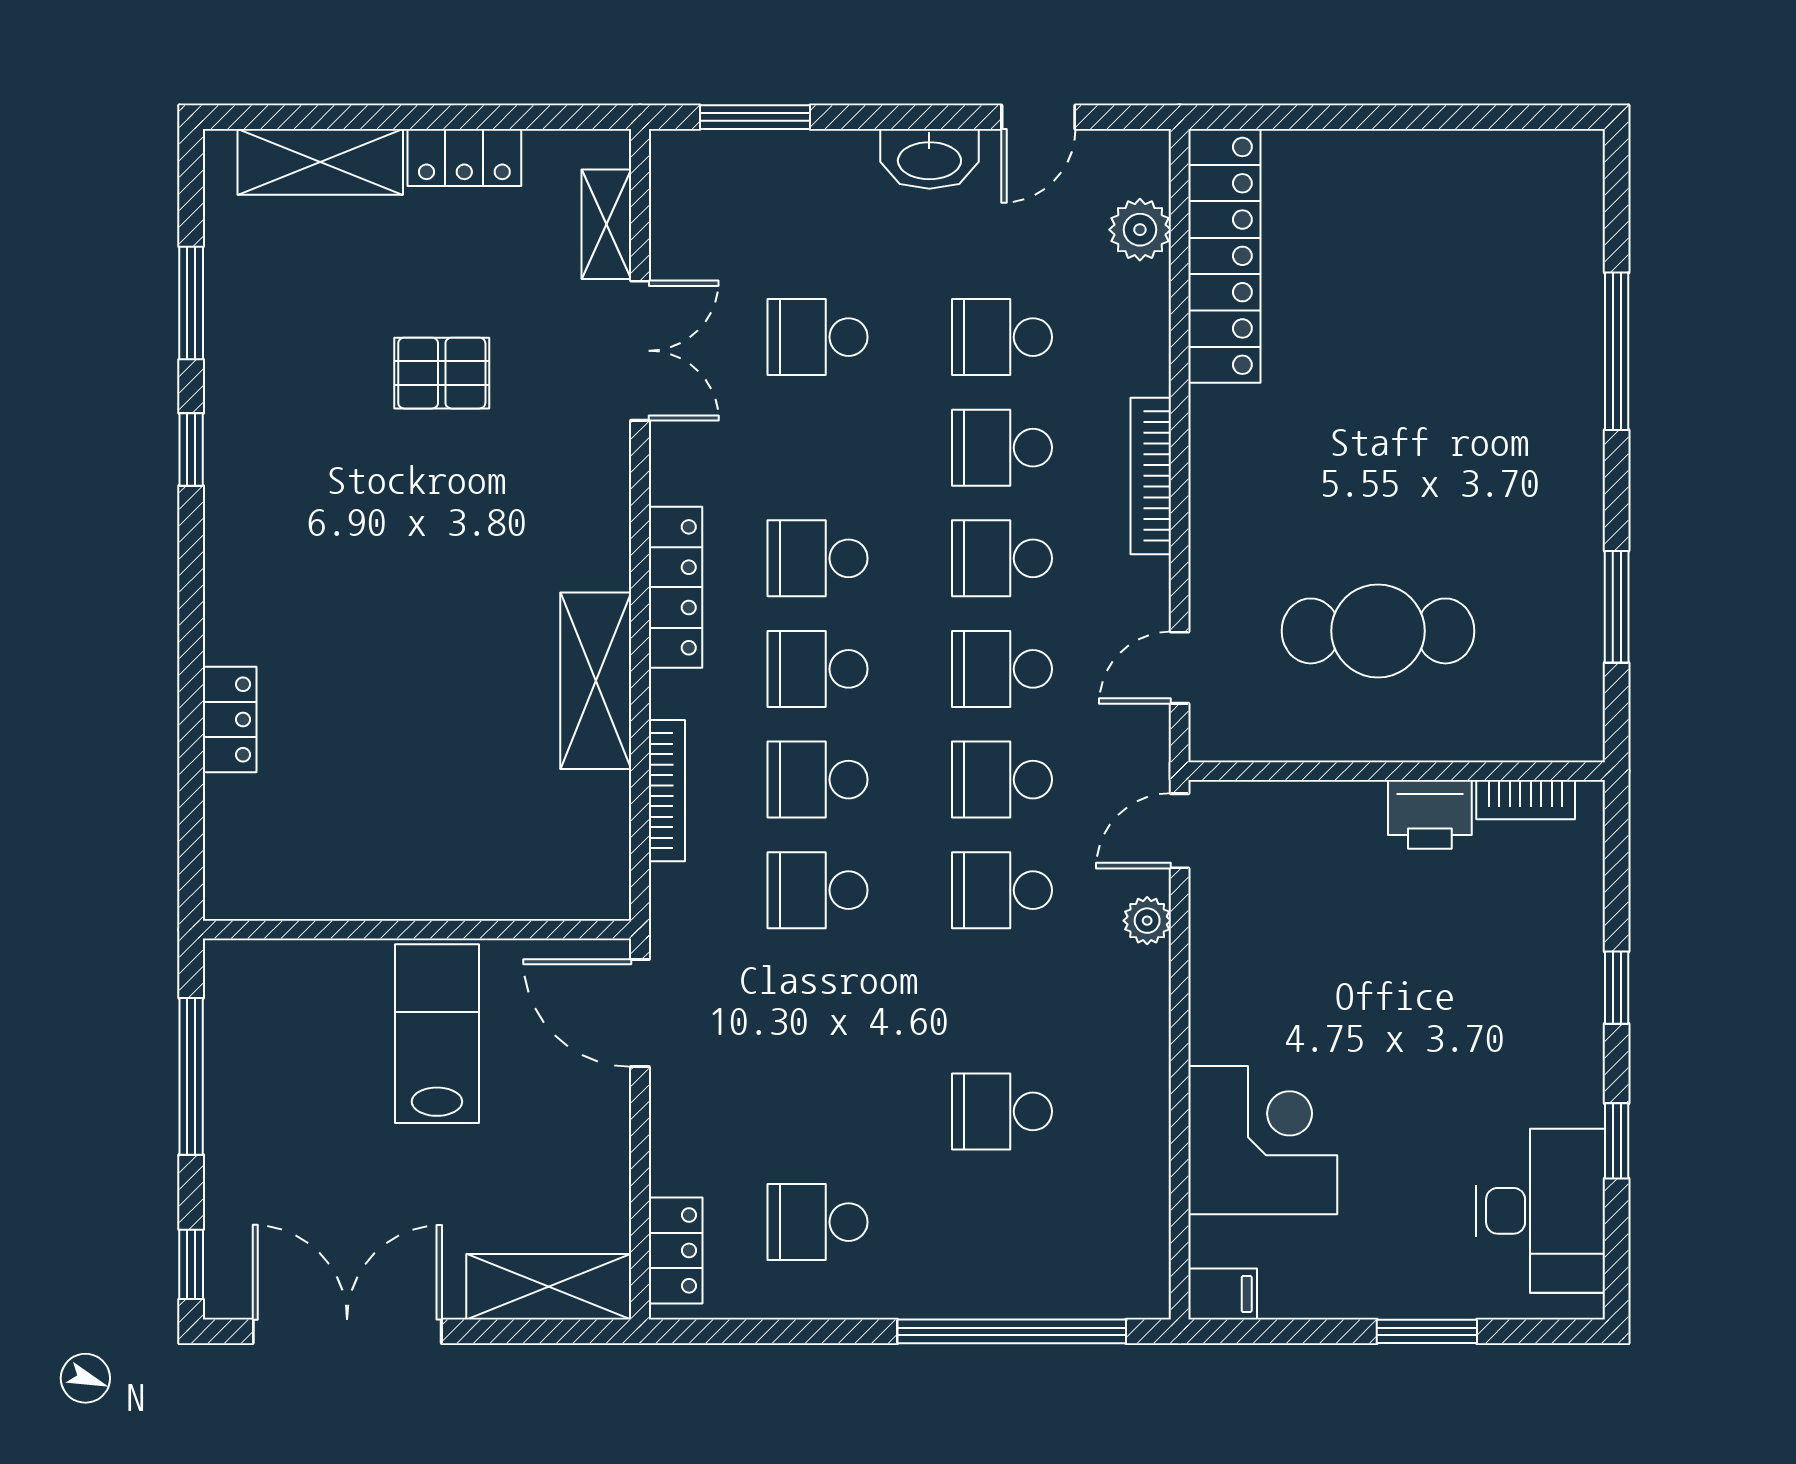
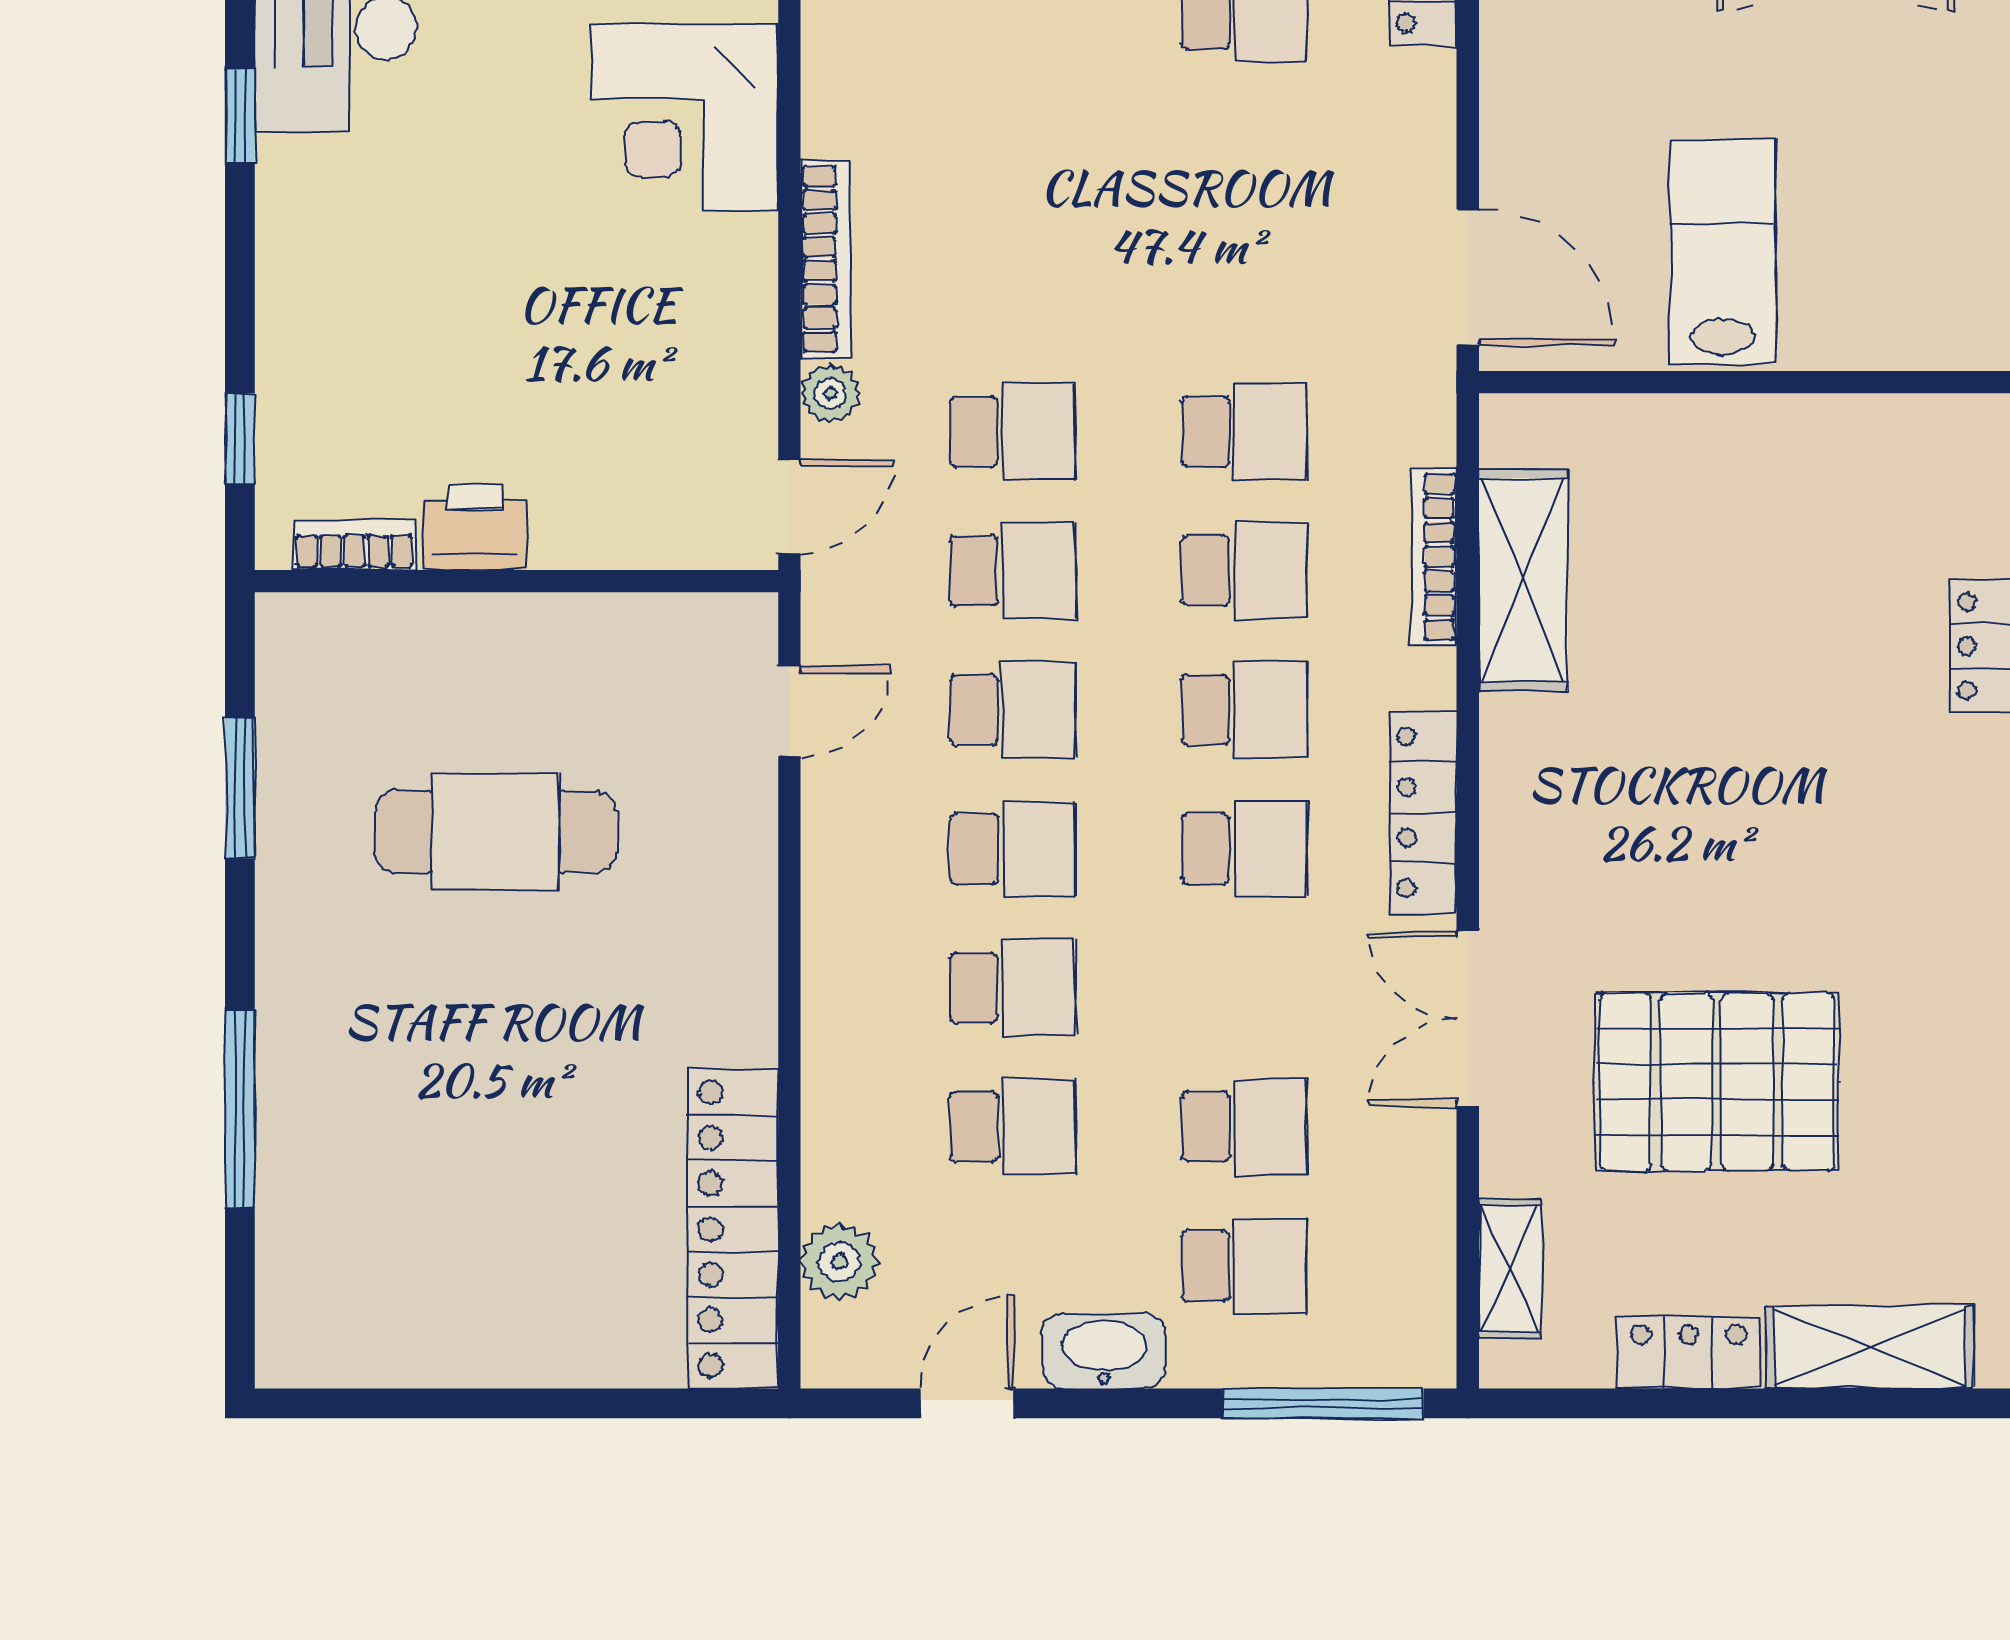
window: (755, 117) -> (1323, 1403), width x1.44
double door: (640, 351) -> (1468, 1019), moved
pallet: (442, 373) -> (1717, 1082), width x2.05, depth x2.00
bookcase: (1151, 476) -> (826, 259), moved
cafe table: (1378, 631) -> (496, 832), moved
shelving: (596, 681) -> (1523, 580), moved
window: (1617, 988) -> (240, 439), moved
lab bench: (437, 1034) -> (1723, 251), turned 180
school desk: (1002, 1111) -> (1244, 1266), moved

